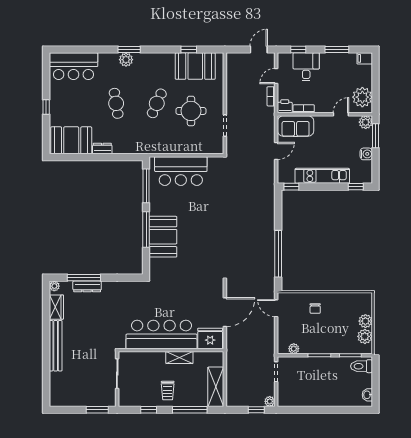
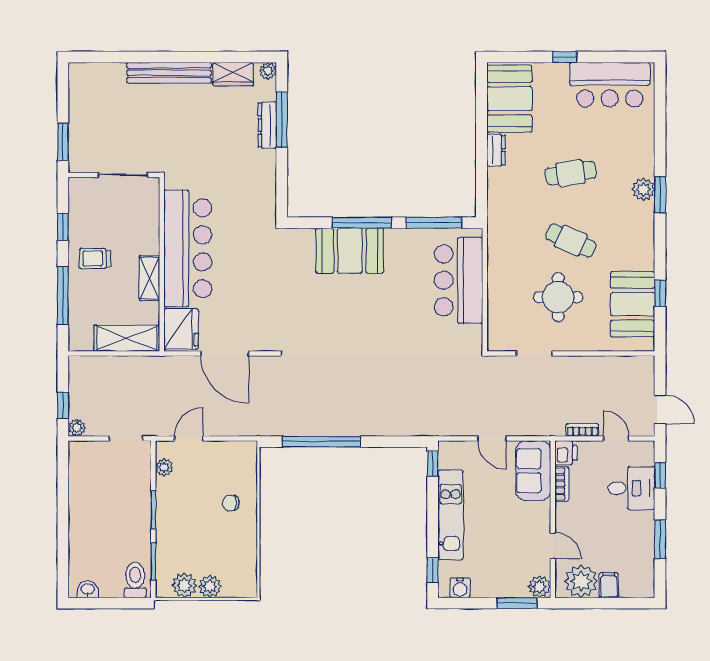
filing cabinet: (365, 58) -> (609, 585), moved
bar counter: (73, 66) -> (610, 85), moved, turned -90
water cooler: (366, 154) -> (460, 588), moved
door: (276, 308) -> (189, 438), moved
shelving: (216, 387) -> (127, 338), moved

